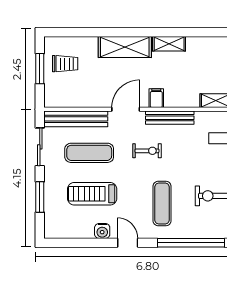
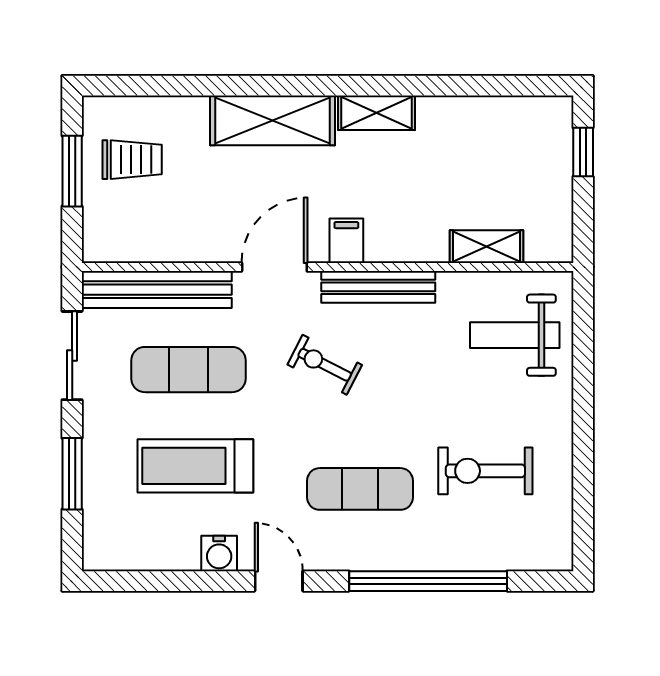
exercise bike: (147, 151) -> (325, 365), turned -153
exercise mat: (162, 204) -> (360, 489), turned 90

